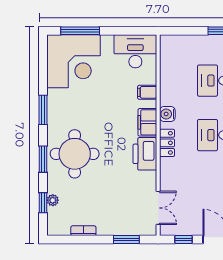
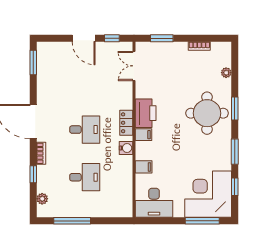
filing cabinet: (147, 122) -> (143, 135), width x0.50
window: (43, 203) -> (235, 187), moved

